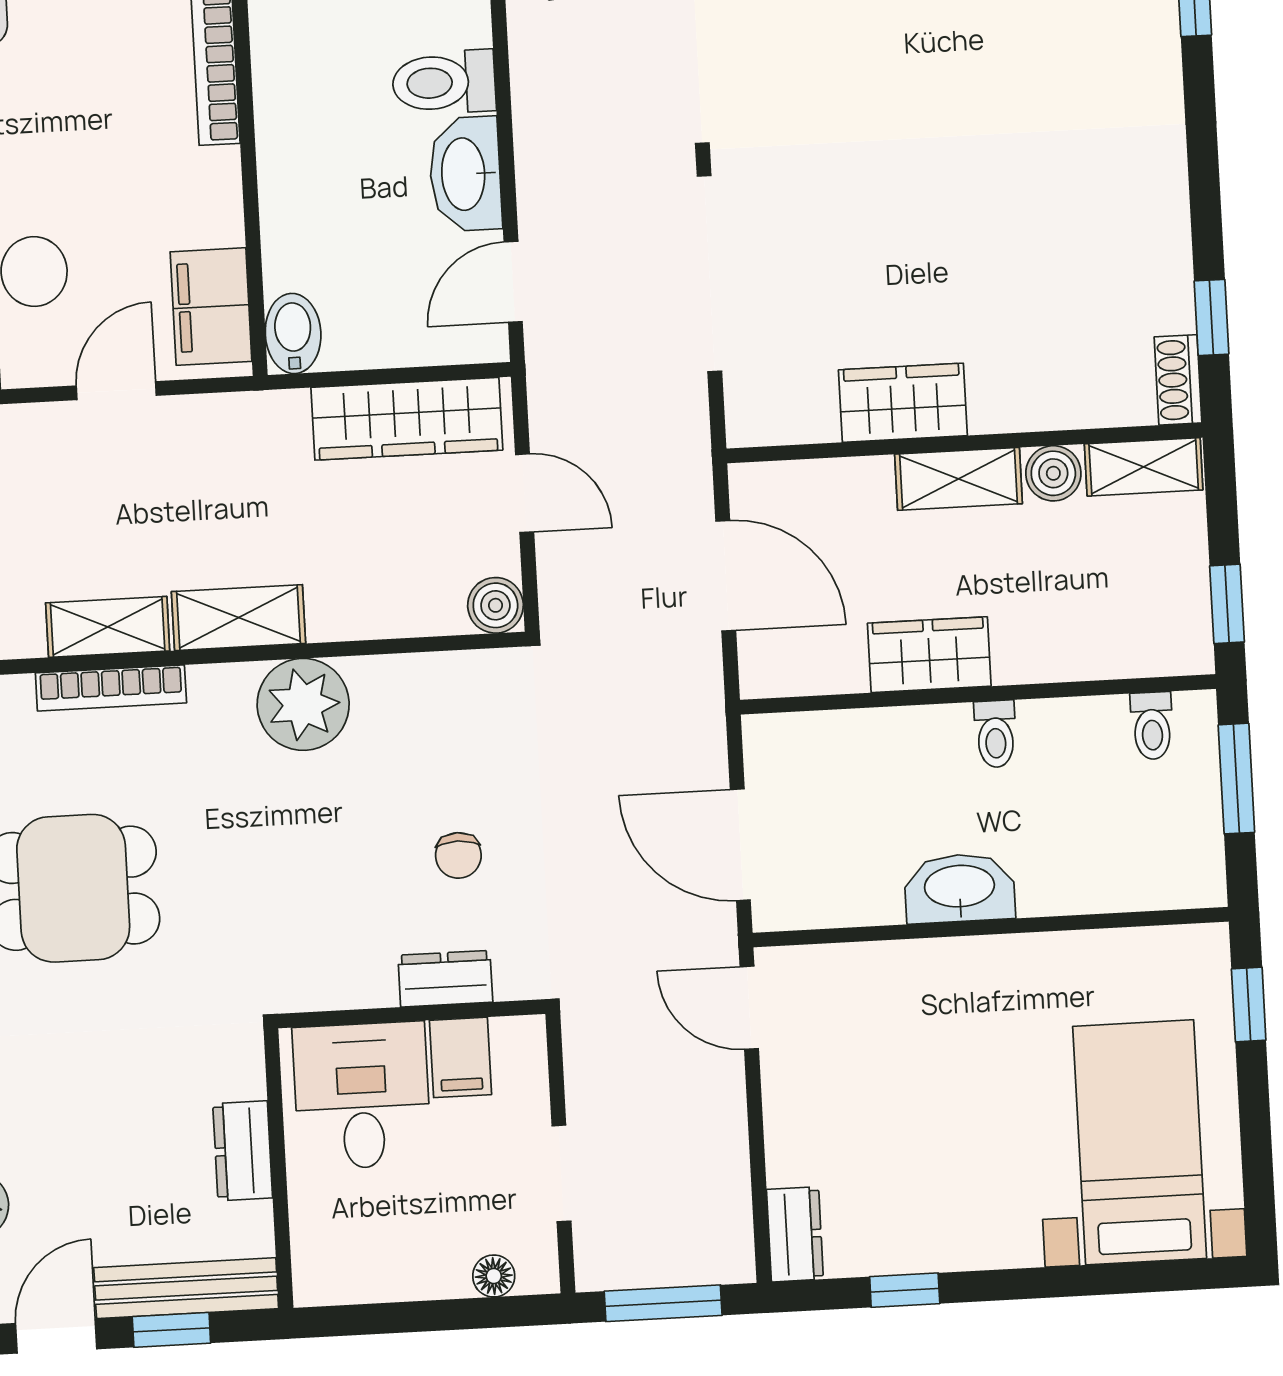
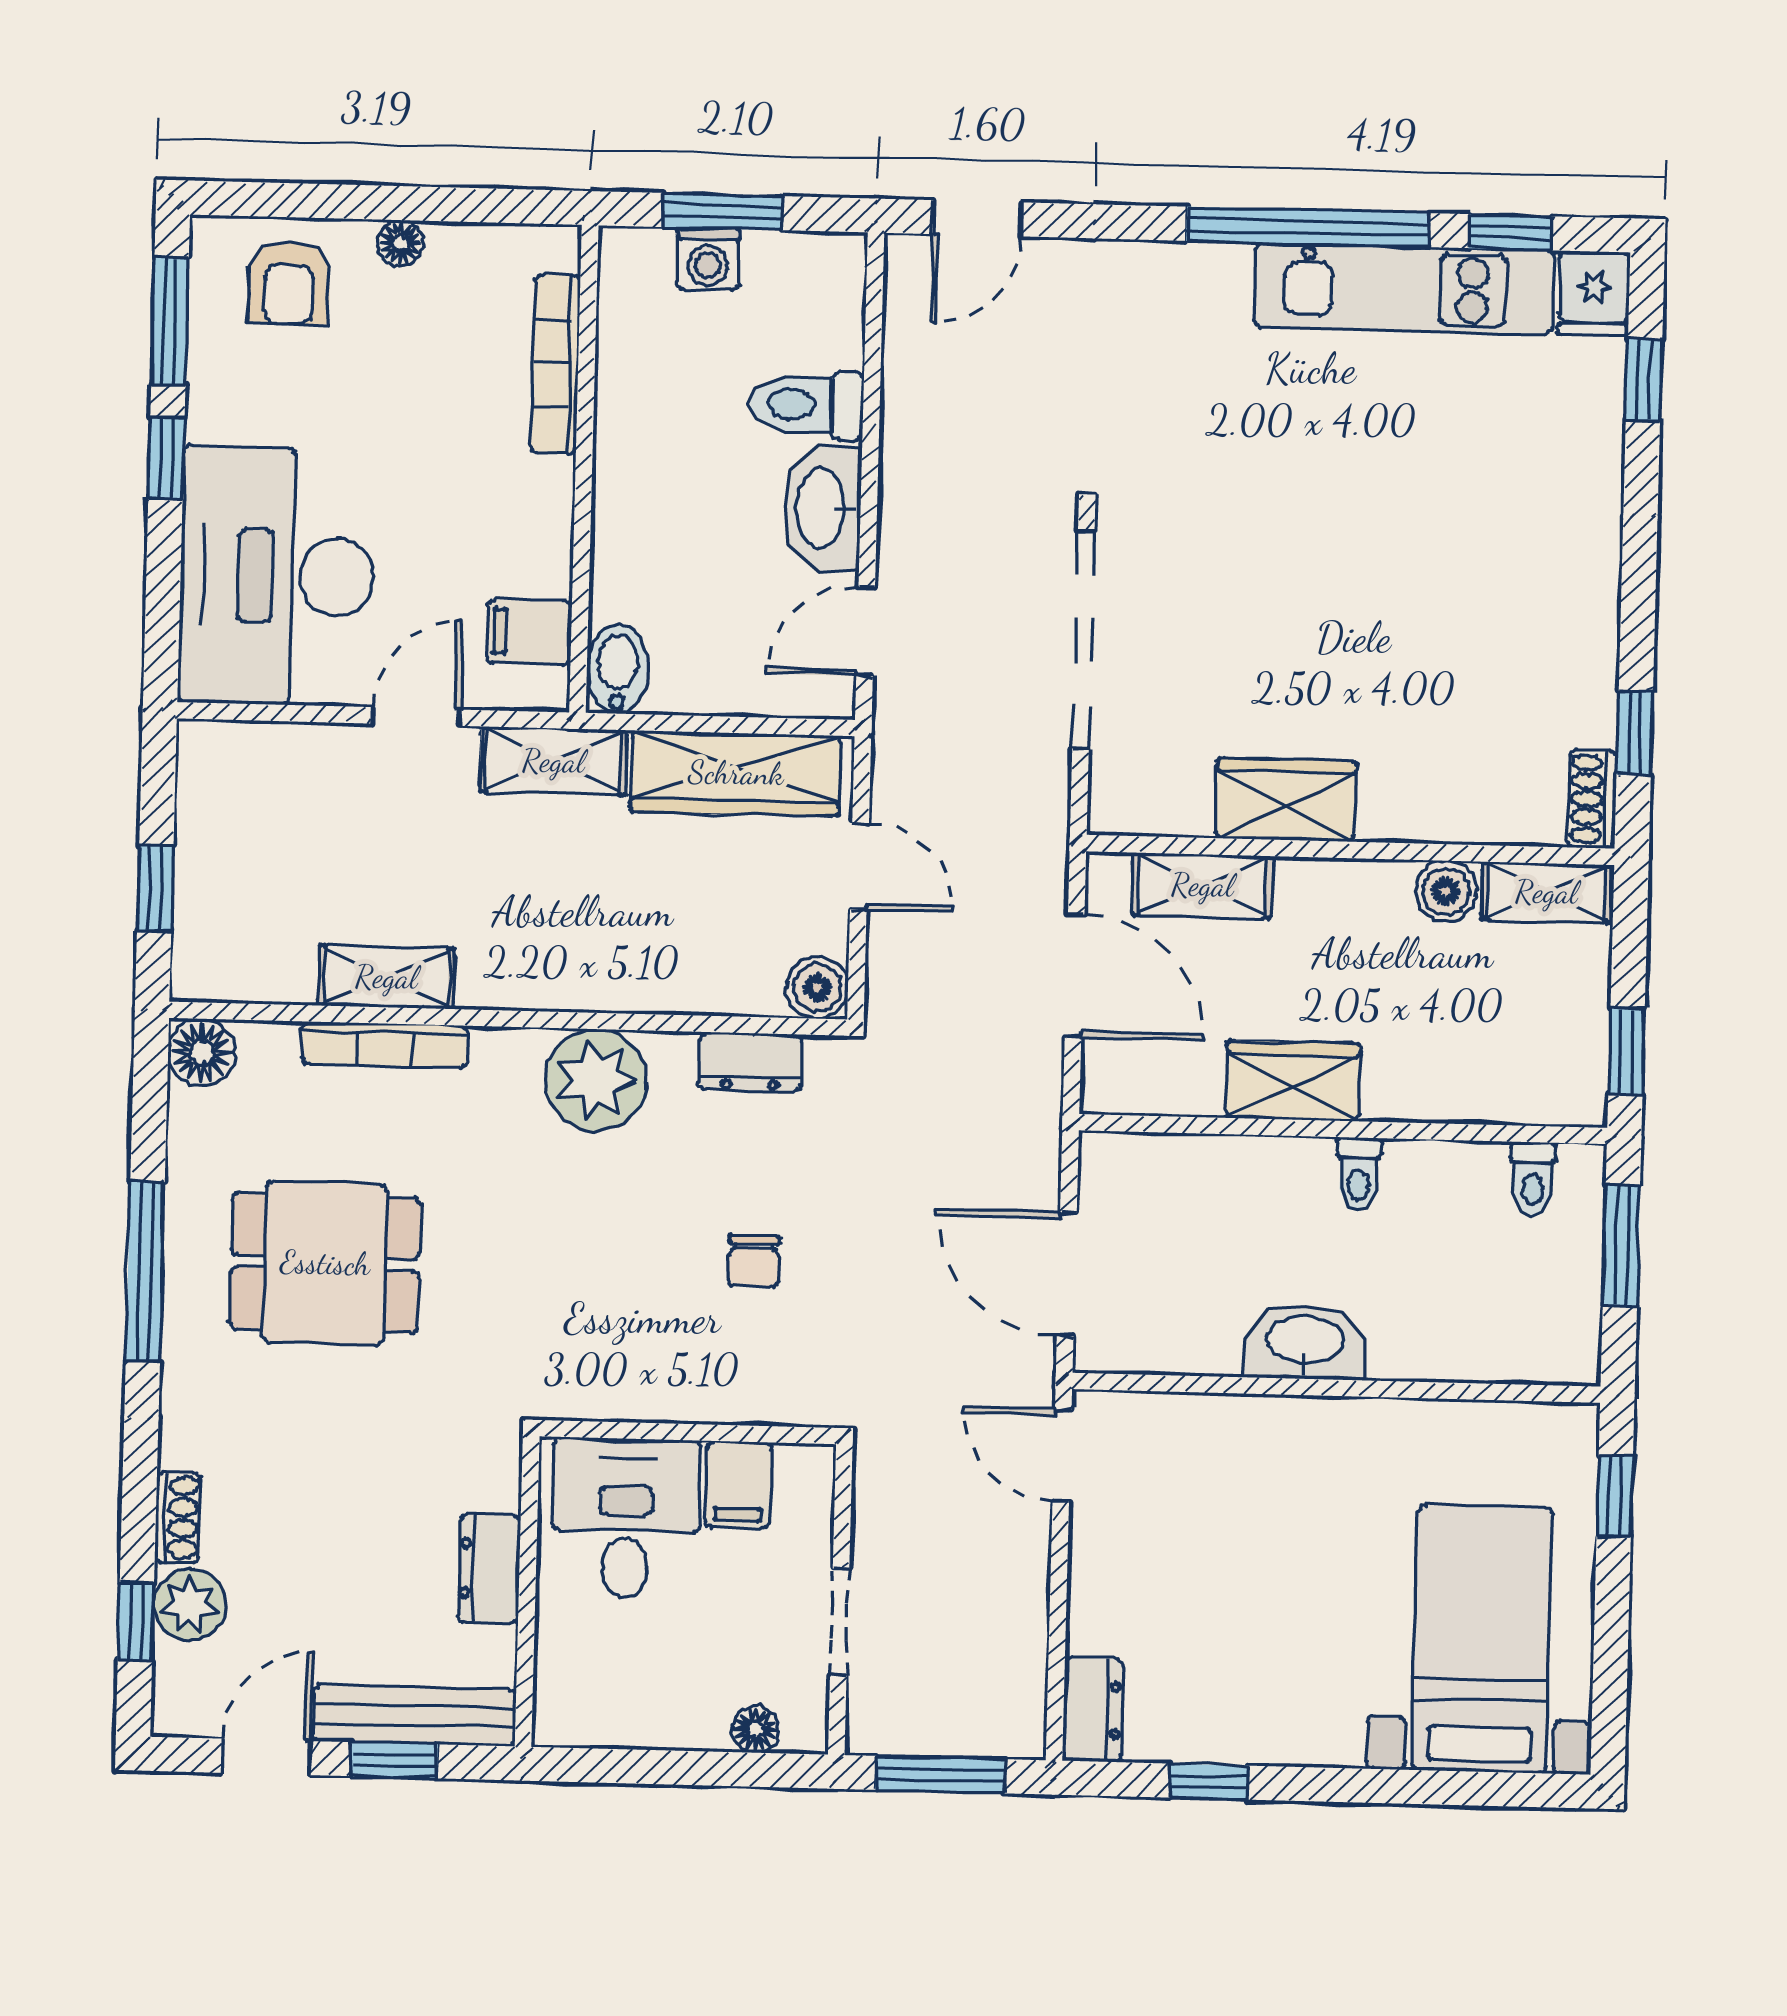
filing cabinet: (211, 307) -> (529, 632), width x0.50
shelving: (959, 479) -> (1202, 885), moved
shelving: (239, 618) -> (553, 761), moved
dresser: (445, 979) -> (750, 1062), moved, turned 180

